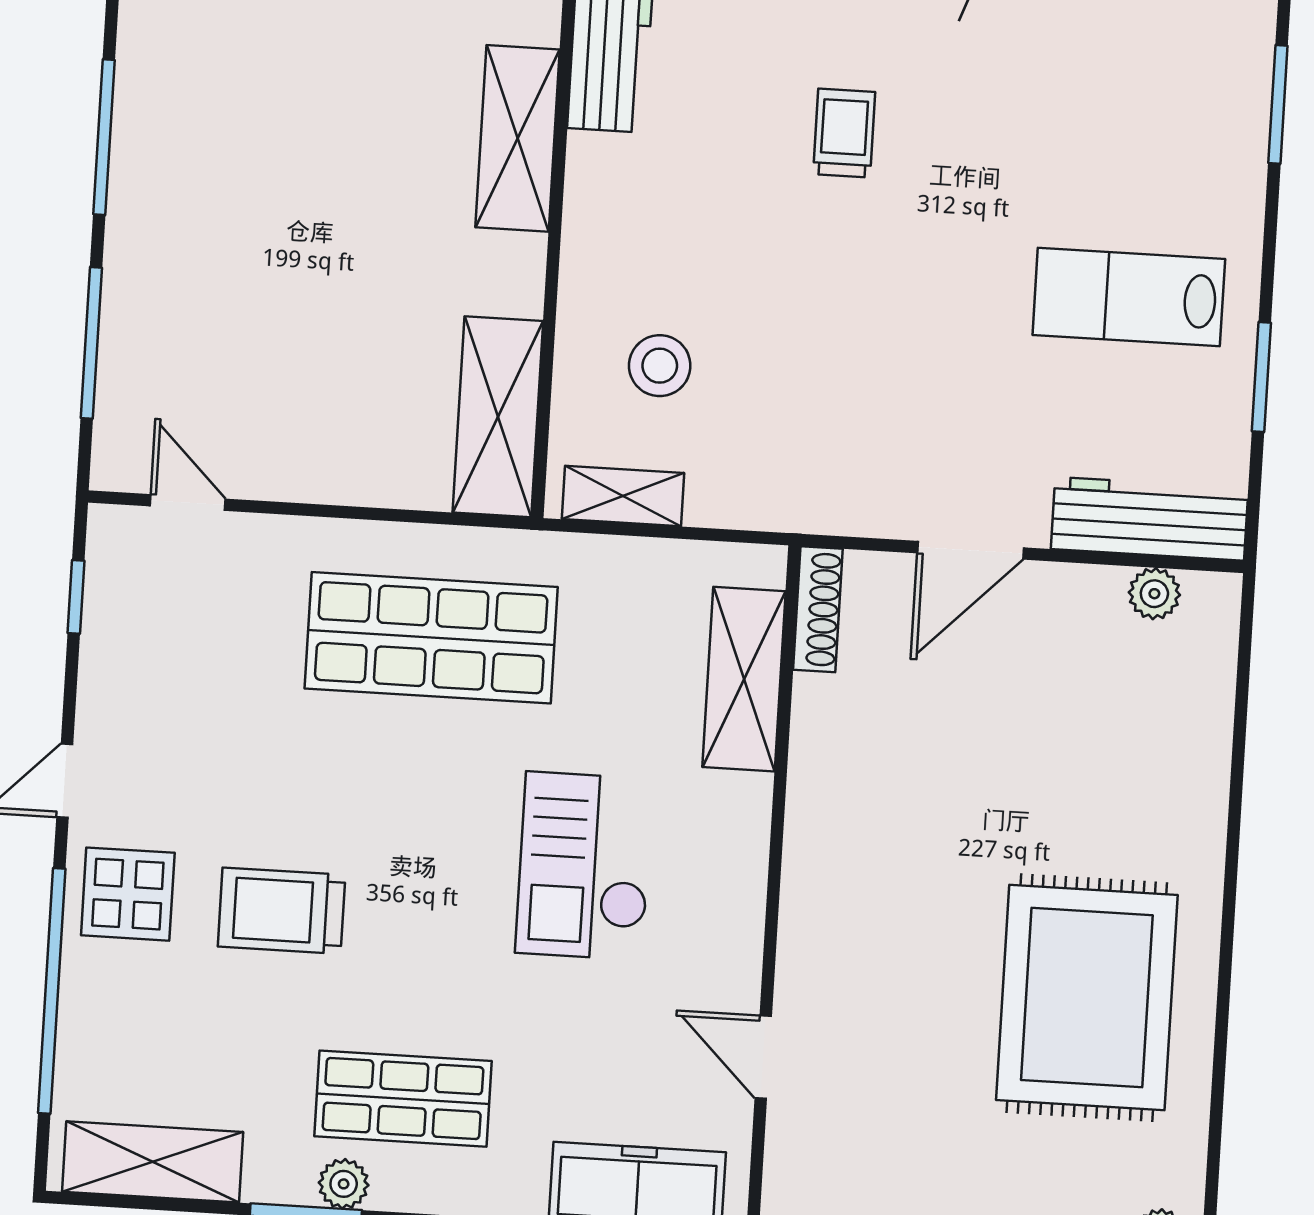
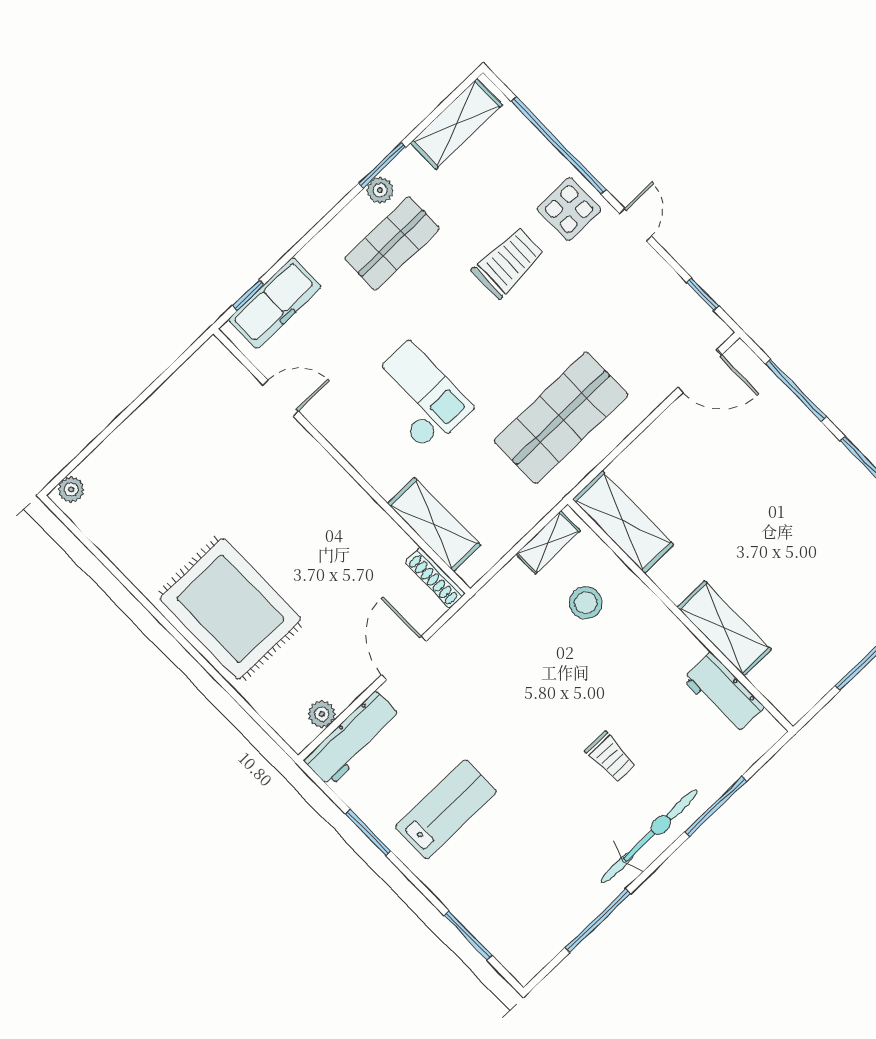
door: (188, 502) -> (700, 371), width x1.37
rug: (1087, 998) -> (230, 609), moved

